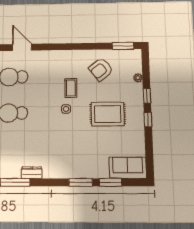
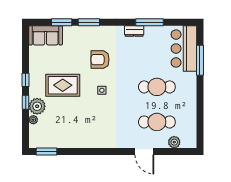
armchair: (101, 69) -> (100, 60), moved, turned -142
coffee table: (71, 88) -> (97, 111), removed
plant: (134, 92) -> (37, 106), added

